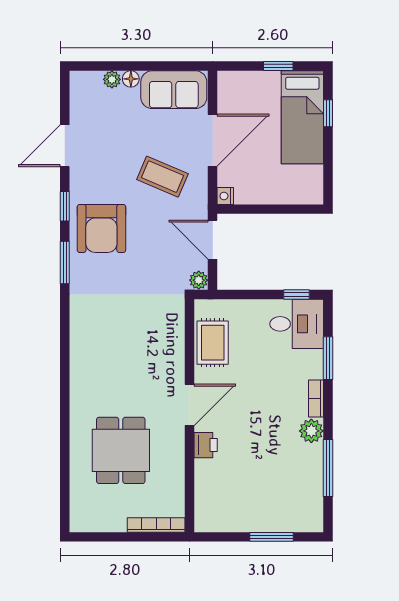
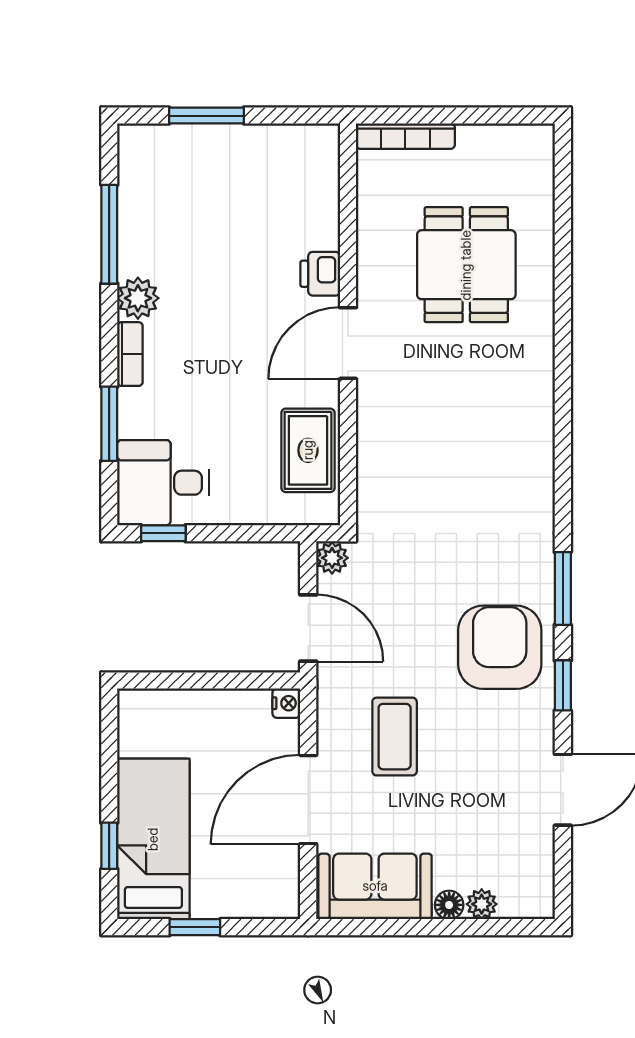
coffee table: (162, 177) -> (395, 737), turned 67

